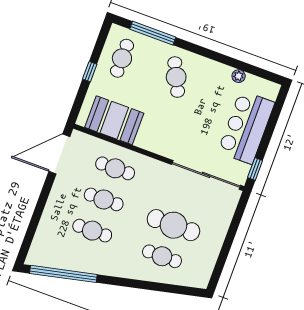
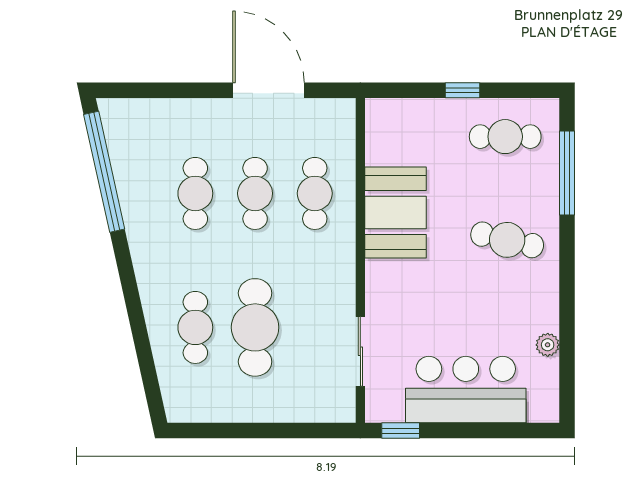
cafe table: (176, 77) -> (507, 240), turned 39
booth: (114, 120) -> (396, 212), moved
door: (59, 154) -> (269, 90), moved
sliding door: (206, 175) -> (360, 351), width x0.54

